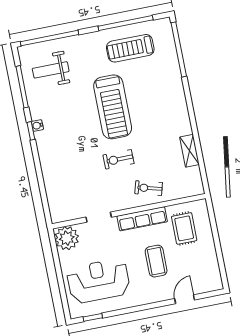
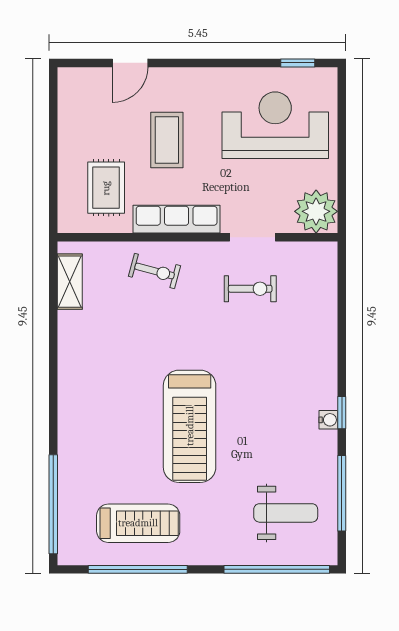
treadmill: (113, 107) -> (190, 426), turned 180
shelving: (189, 151) -> (70, 282), moved
exercise bike: (118, 159) -> (250, 289), moved
reception desk: (98, 281) -> (275, 125), turned 180

